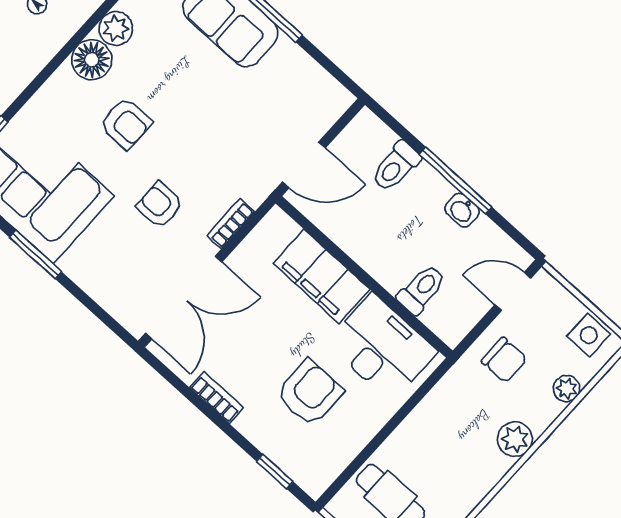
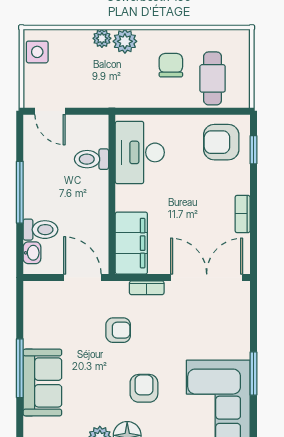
armchair: (160, 205) -> (118, 330), moved, turned -90
washbasin: (462, 210) -> (32, 253), moved
filing cabinet: (322, 276) -> (131, 243), moved
chair: (504, 360) -> (171, 65), moved
plant: (567, 389) -> (102, 38), moved
armchair: (309, 393) -> (221, 142), moved

